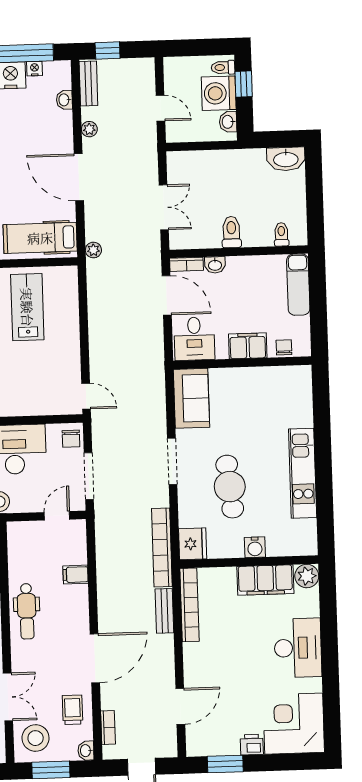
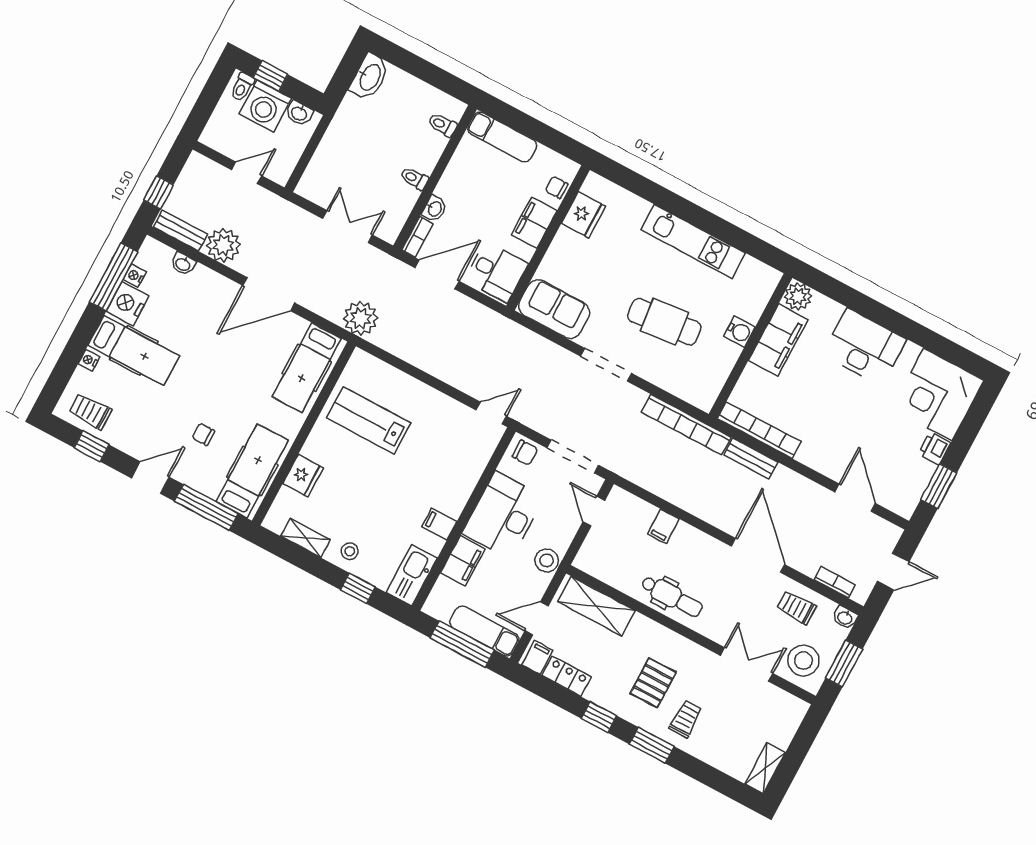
plant: (89, 129) -> (223, 245), width x1.87, depth x1.87
toilet: (231, 232) -> (414, 178), width x0.73, depth x0.72
plant: (93, 250) -> (361, 318), width x1.88, depth x1.88
fridge: (193, 544) -> (583, 215), moved, turned 90

